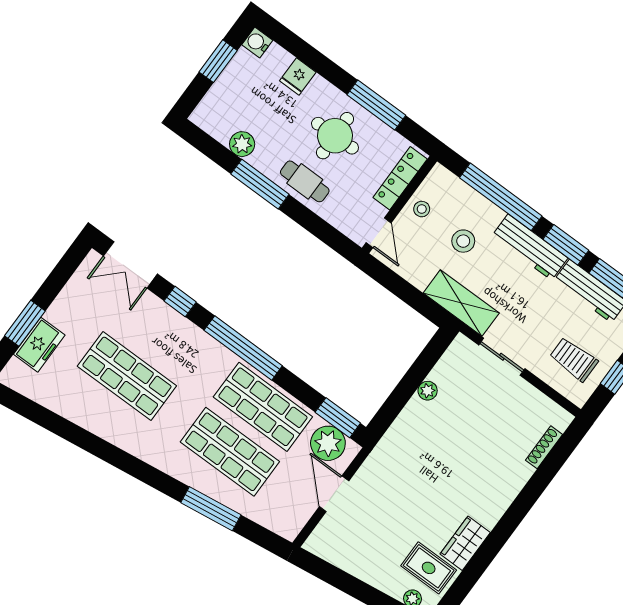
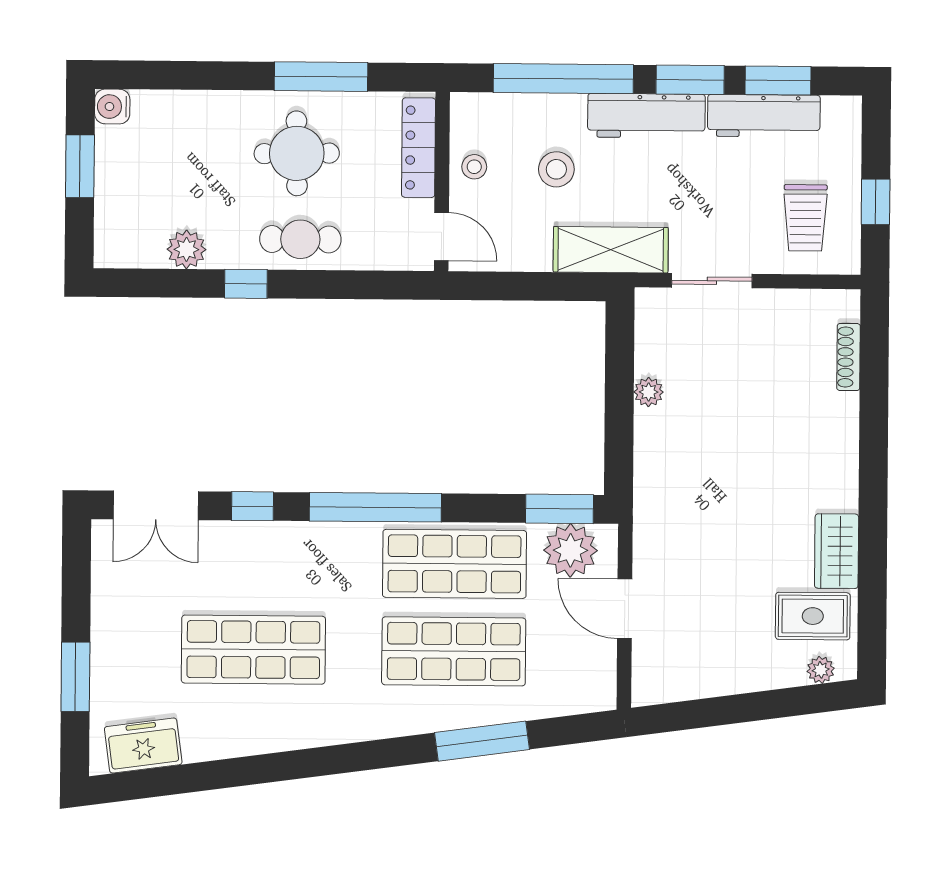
fridge: (298, 76) -> (195, 112), removed
window: (260, 184) -> (246, 284), width x0.46
freezer: (39, 345) -> (143, 746), moved, turned -98
trolley: (574, 359) -> (805, 218), turned -90

